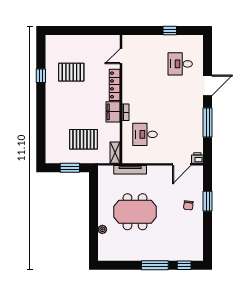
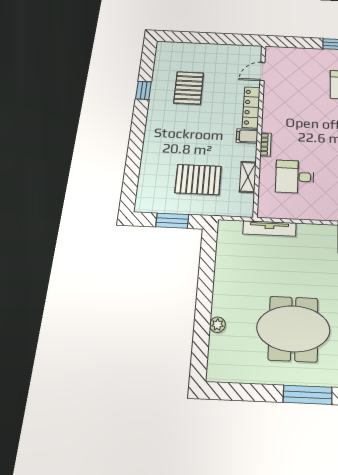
pallet: (71, 72) -> (189, 88), turned 90
filing cabinet: (113, 112) -> (247, 136), width x0.50
shelving: (115, 153) -> (248, 177), moved
meeting table: (135, 212) -> (293, 329), moved

